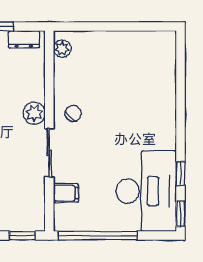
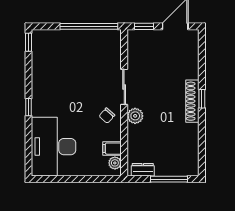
window: (181, 173) -> (28, 107), moved
desk: (146, 191) -> (54, 147), moved
filing cabinet: (66, 193) -> (112, 149), moved

